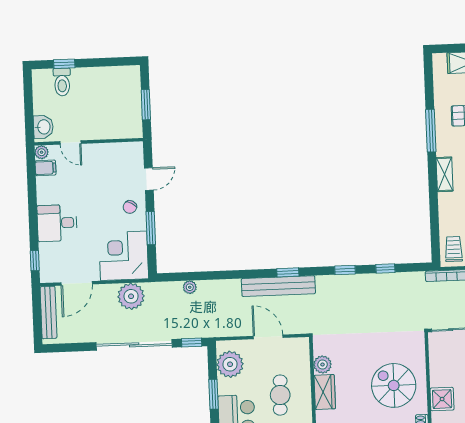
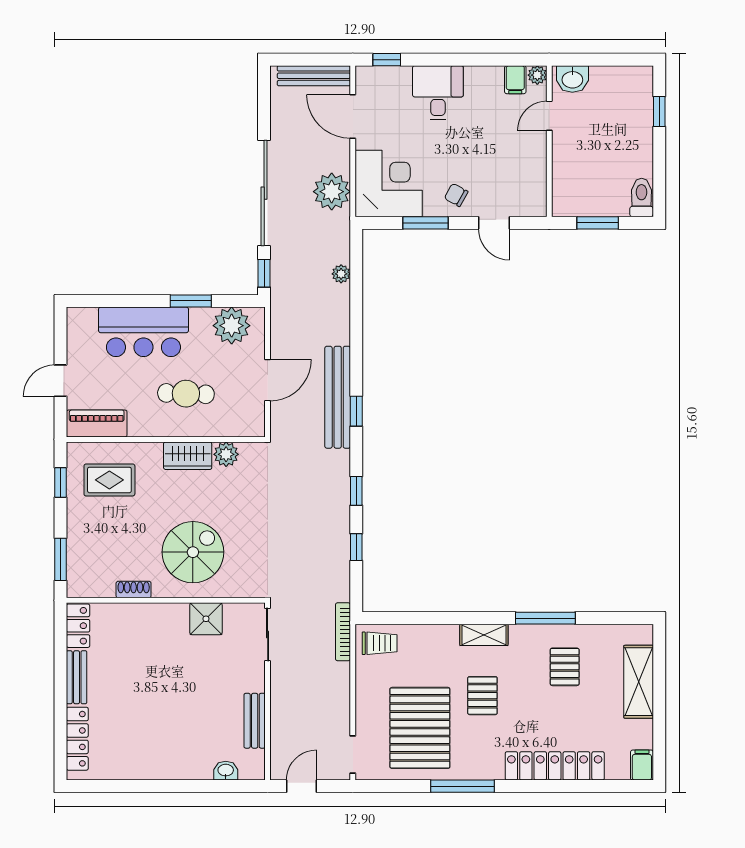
toilet: (62, 82) -> (642, 198), moved, turned 90
shower: (442, 399) -> (206, 619), moved

